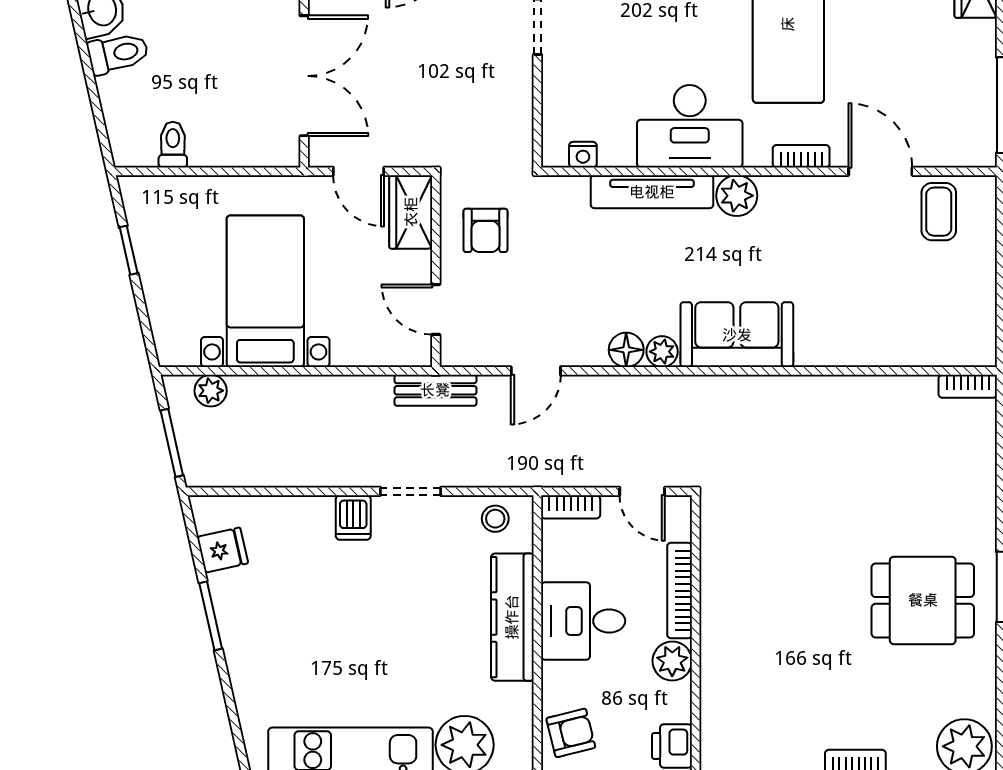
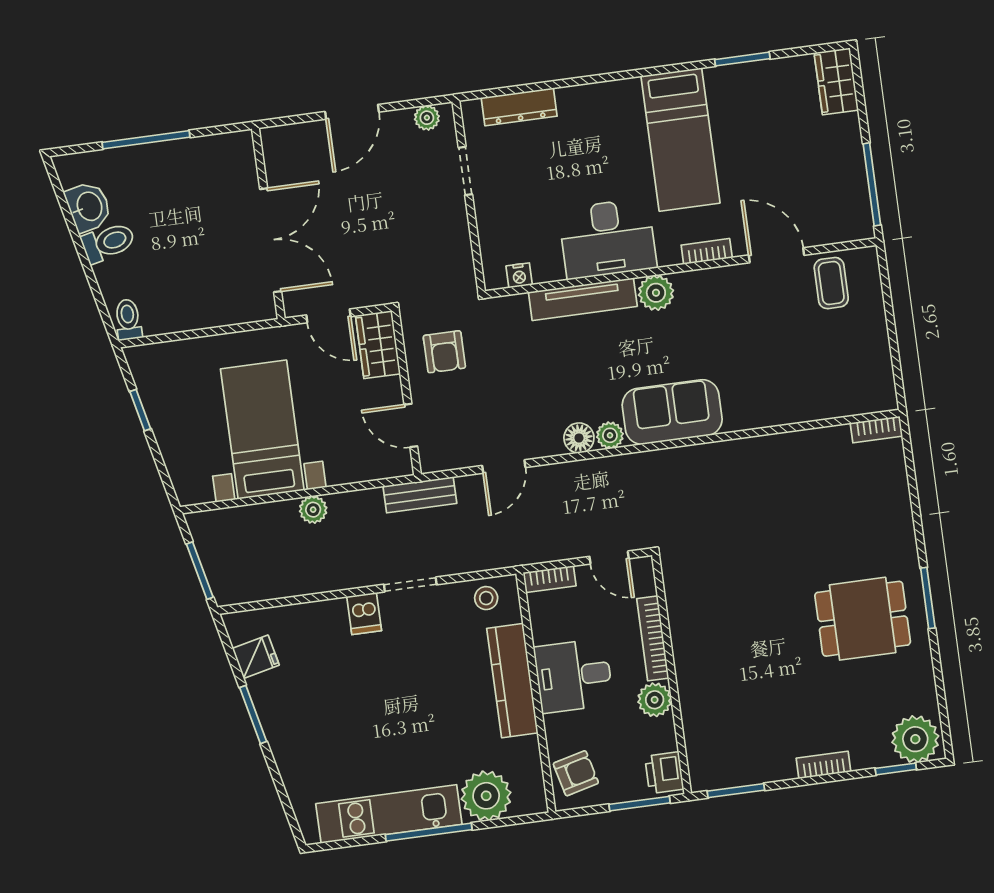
toilet: (173, 145) -> (128, 320), moved
plant: (211, 391) -> (313, 510), moved

